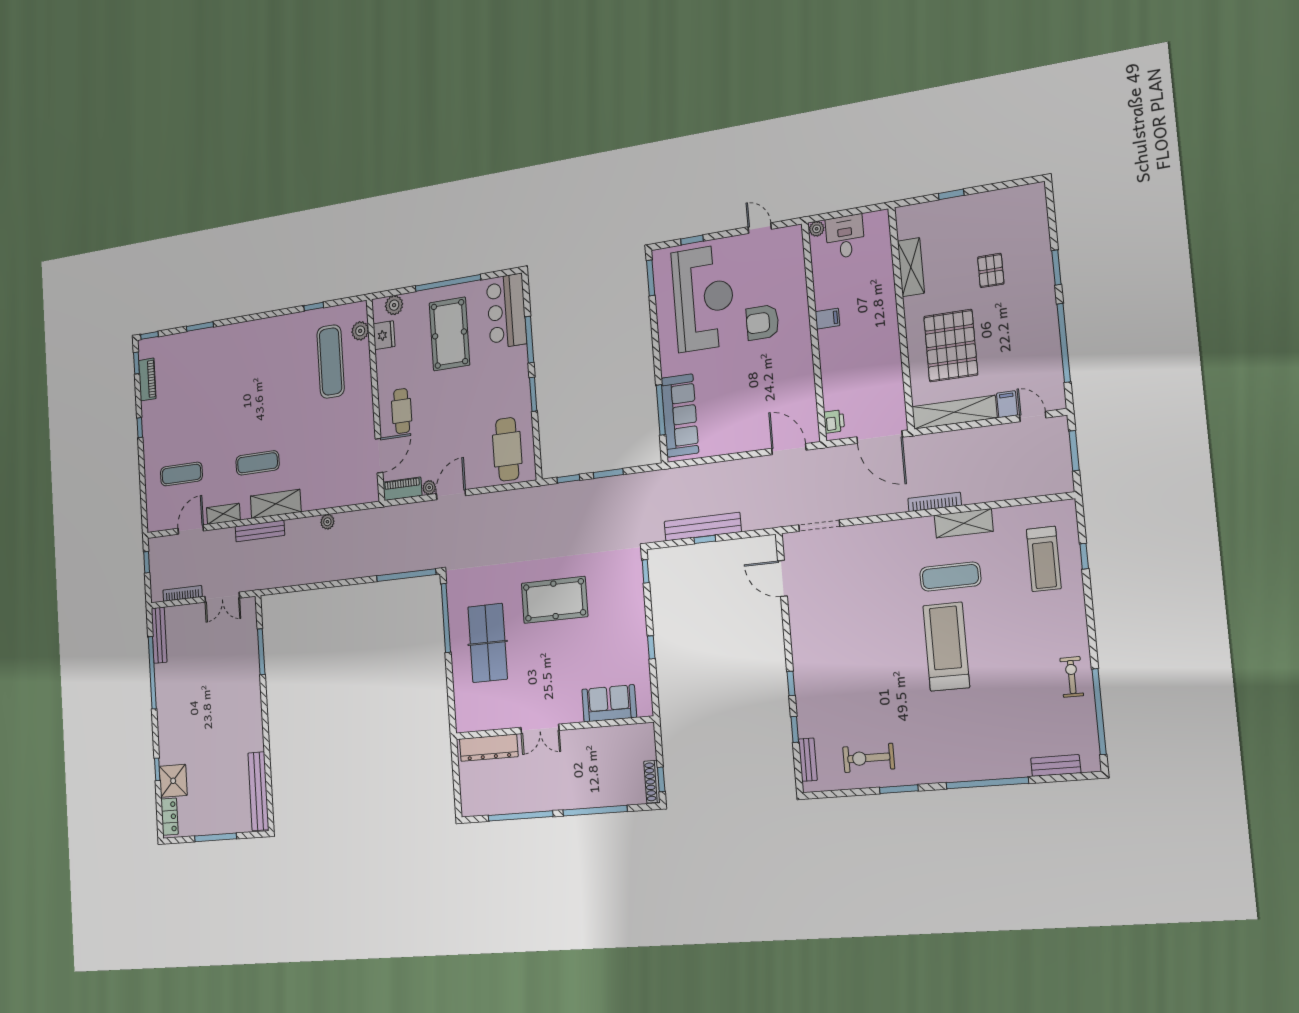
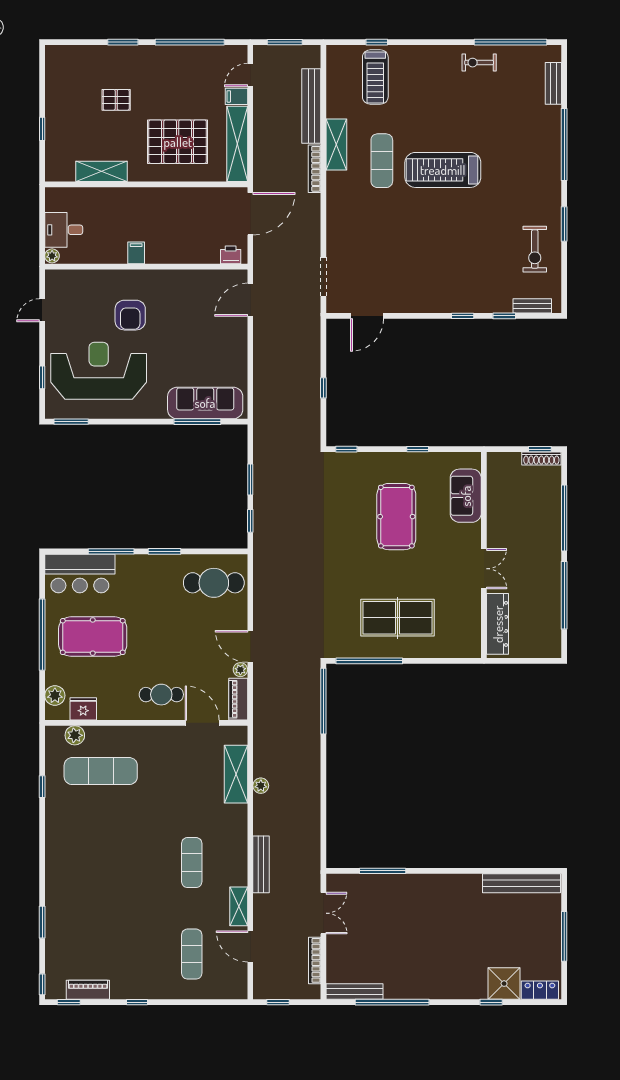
shelving: (276, 504) -> (236, 774), moved
bench: (703, 527) -> (311, 106), moved
treadmill: (1044, 559) -> (375, 77), turned 90
pool table: (554, 600) -> (396, 517), moved

